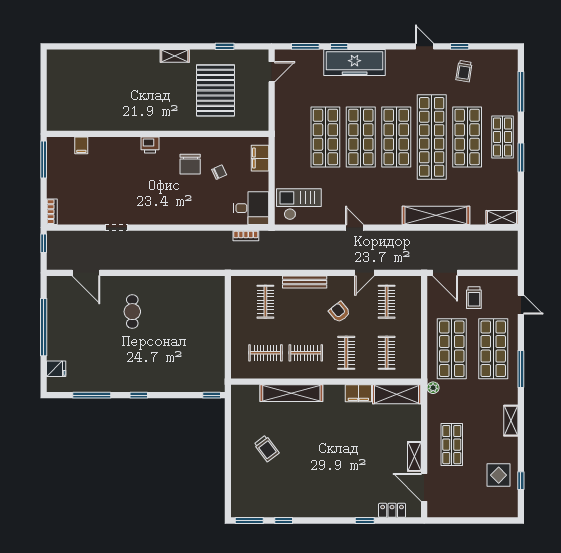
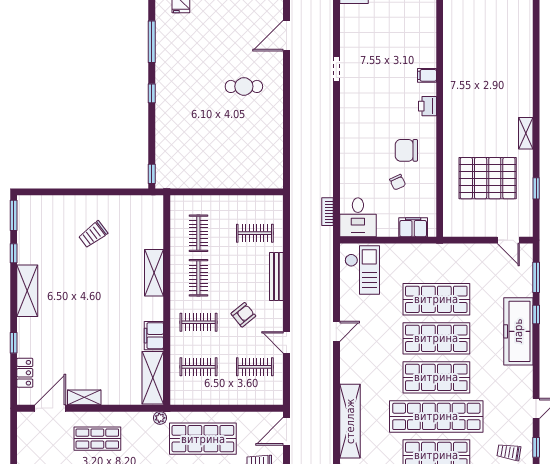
filing cabinet: (81, 145) -> (427, 75), moved
shelving: (291, 393) -> (154, 273), width x0.68
shelving: (318, 508) -> (27, 291), added

